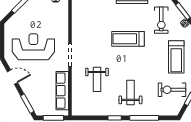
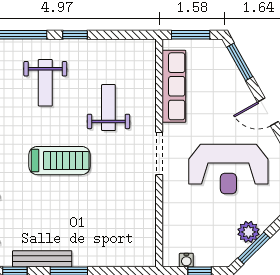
plant: (23, 13) -> (248, 232), added
treadmill: (128, 39) -> (59, 161), moved

